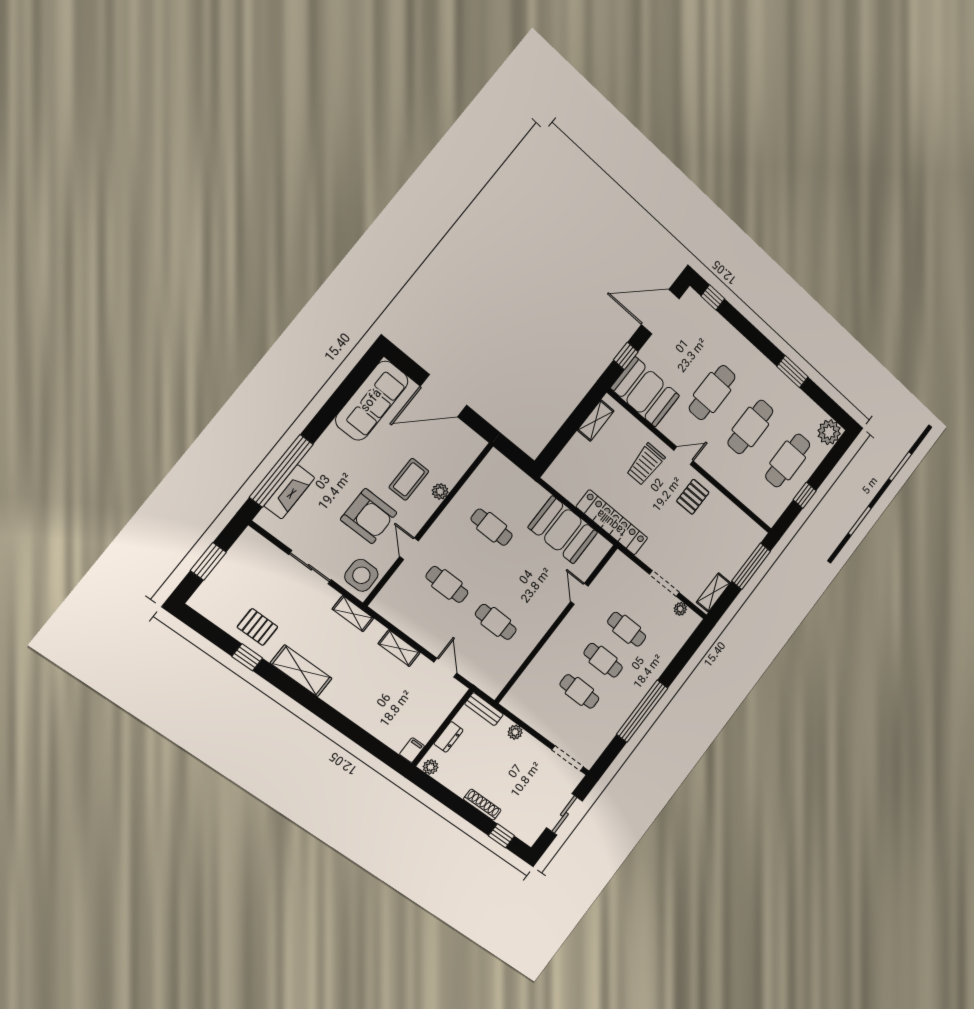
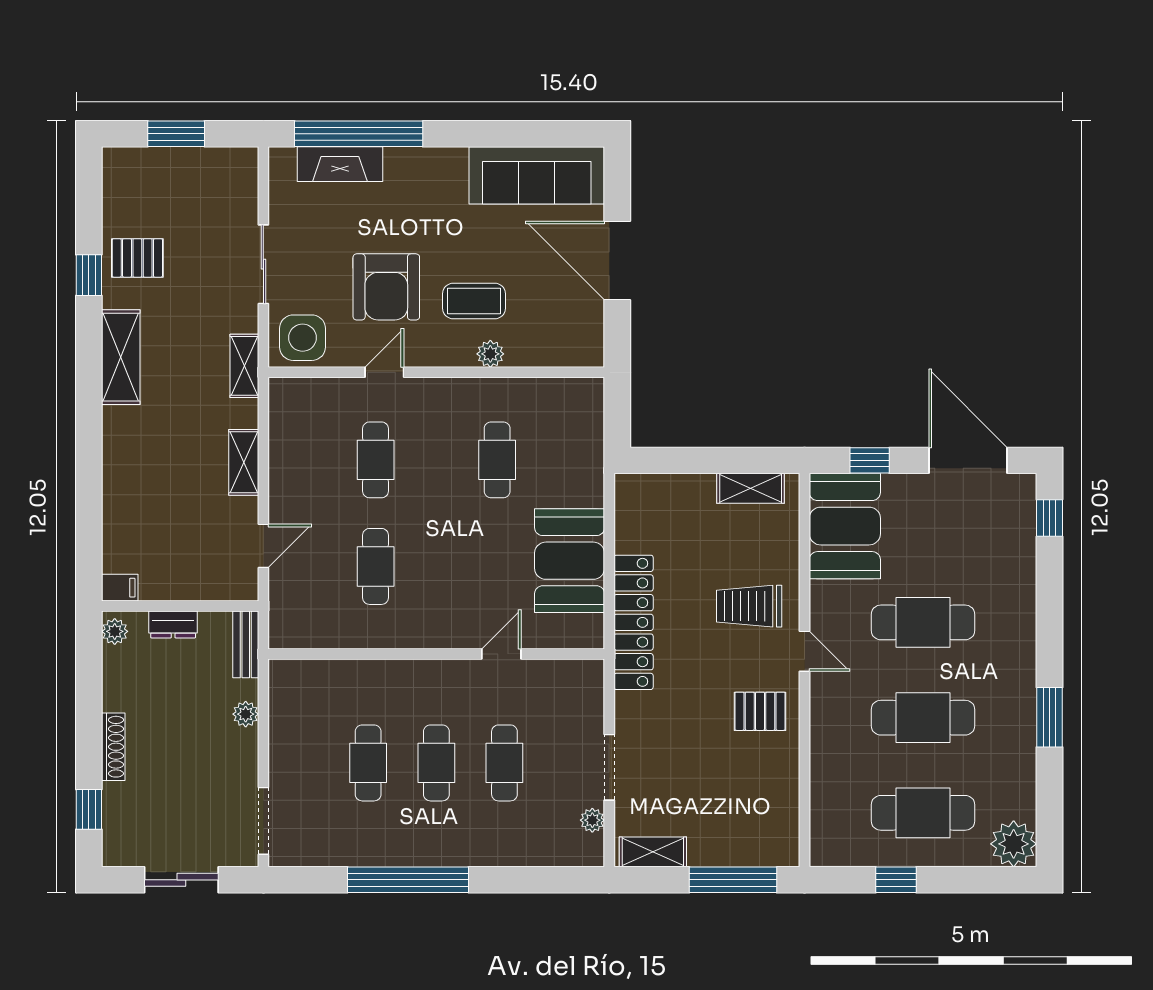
pallet: (257, 627) -> (137, 258), turned 90

